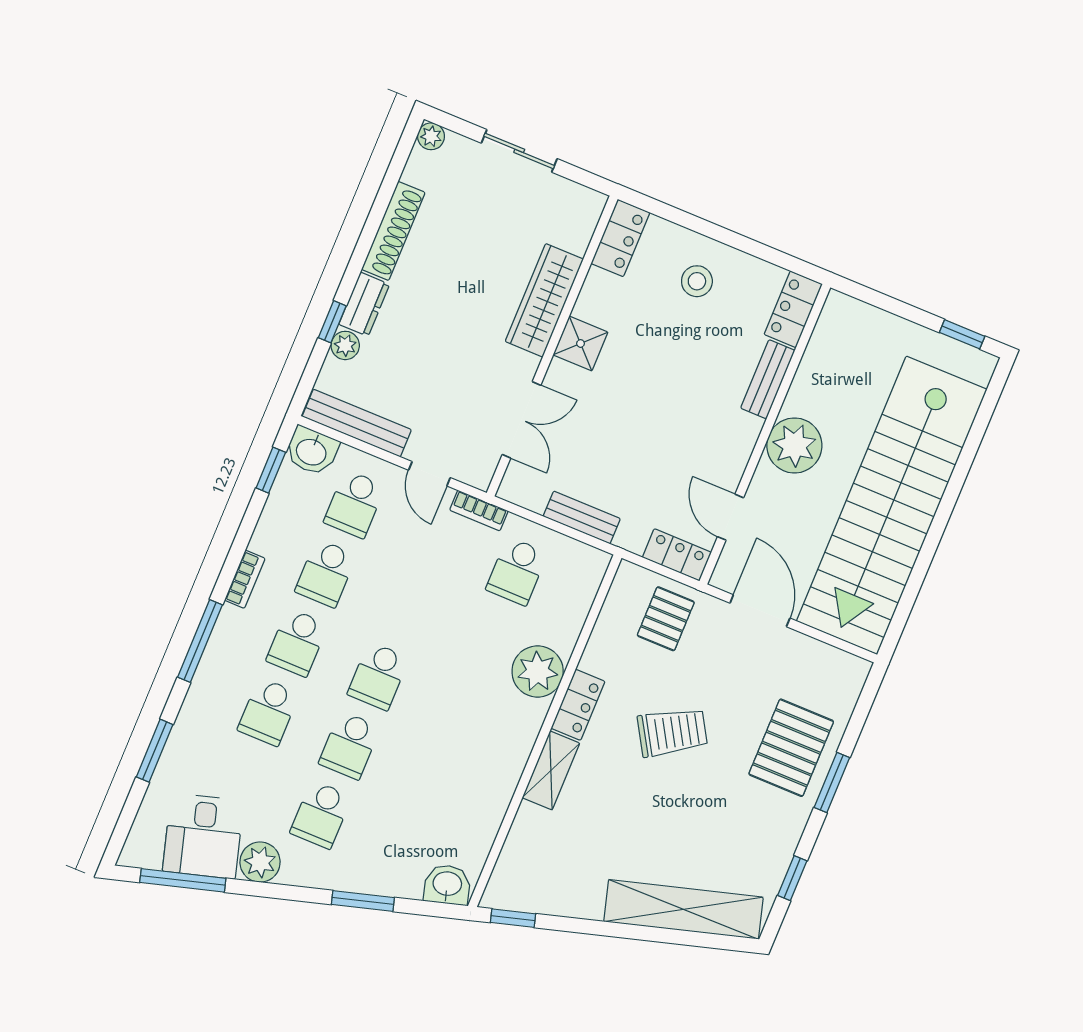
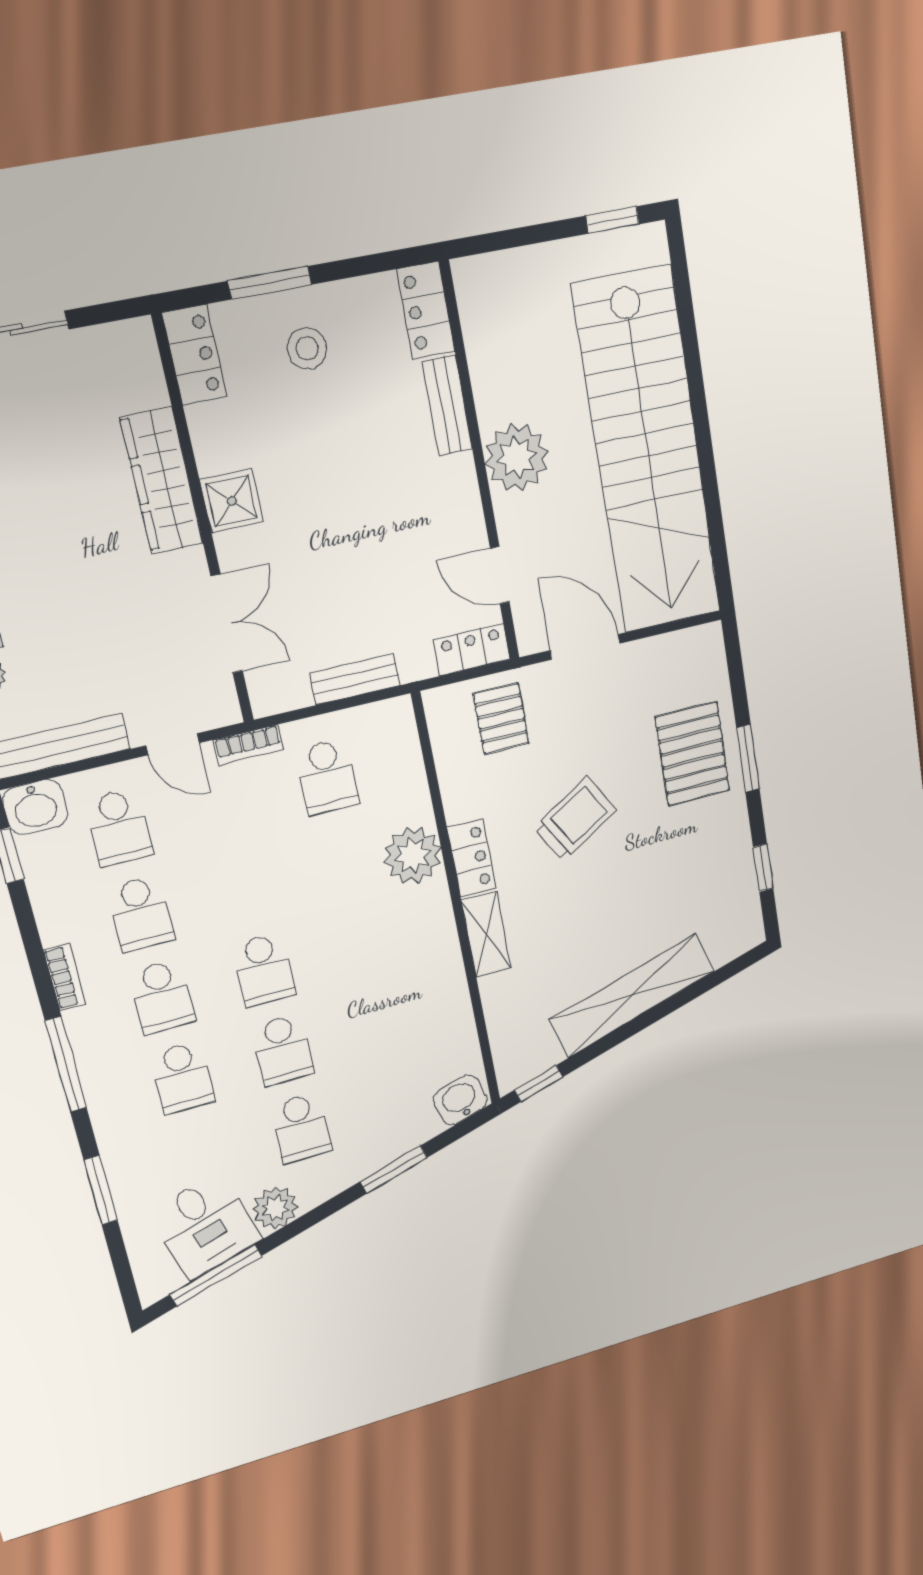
window: (700, 226) -> (270, 283), added
shelving: (683, 909) -> (632, 995), moved

